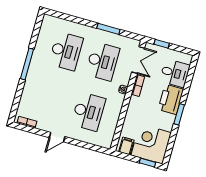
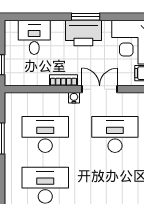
double door: (138, 60) -> (100, 89), moved
printer: (171, 99) -> (83, 33), moved

